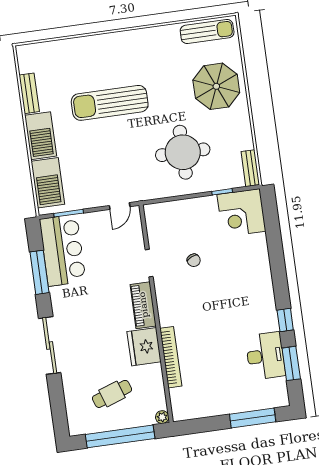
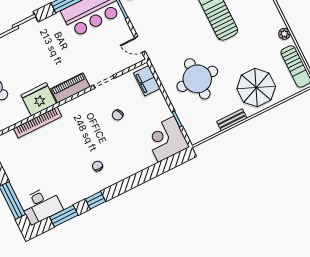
plant: (164, 32) -> (284, 34), added
bench: (250, 168) -> (232, 120), moved
filing cabinet: (165, 212) -> (147, 81), added
chair: (246, 304) -> (98, 166), added
desk: (265, 356) -> (41, 205), moved

